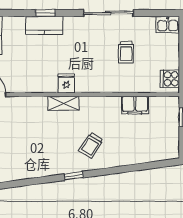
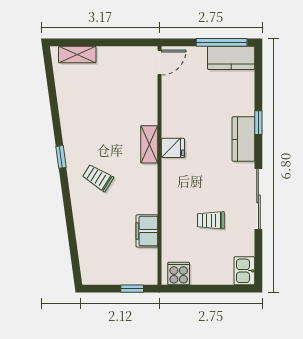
kitchen counter: (44, 25) -> (243, 139), moved

